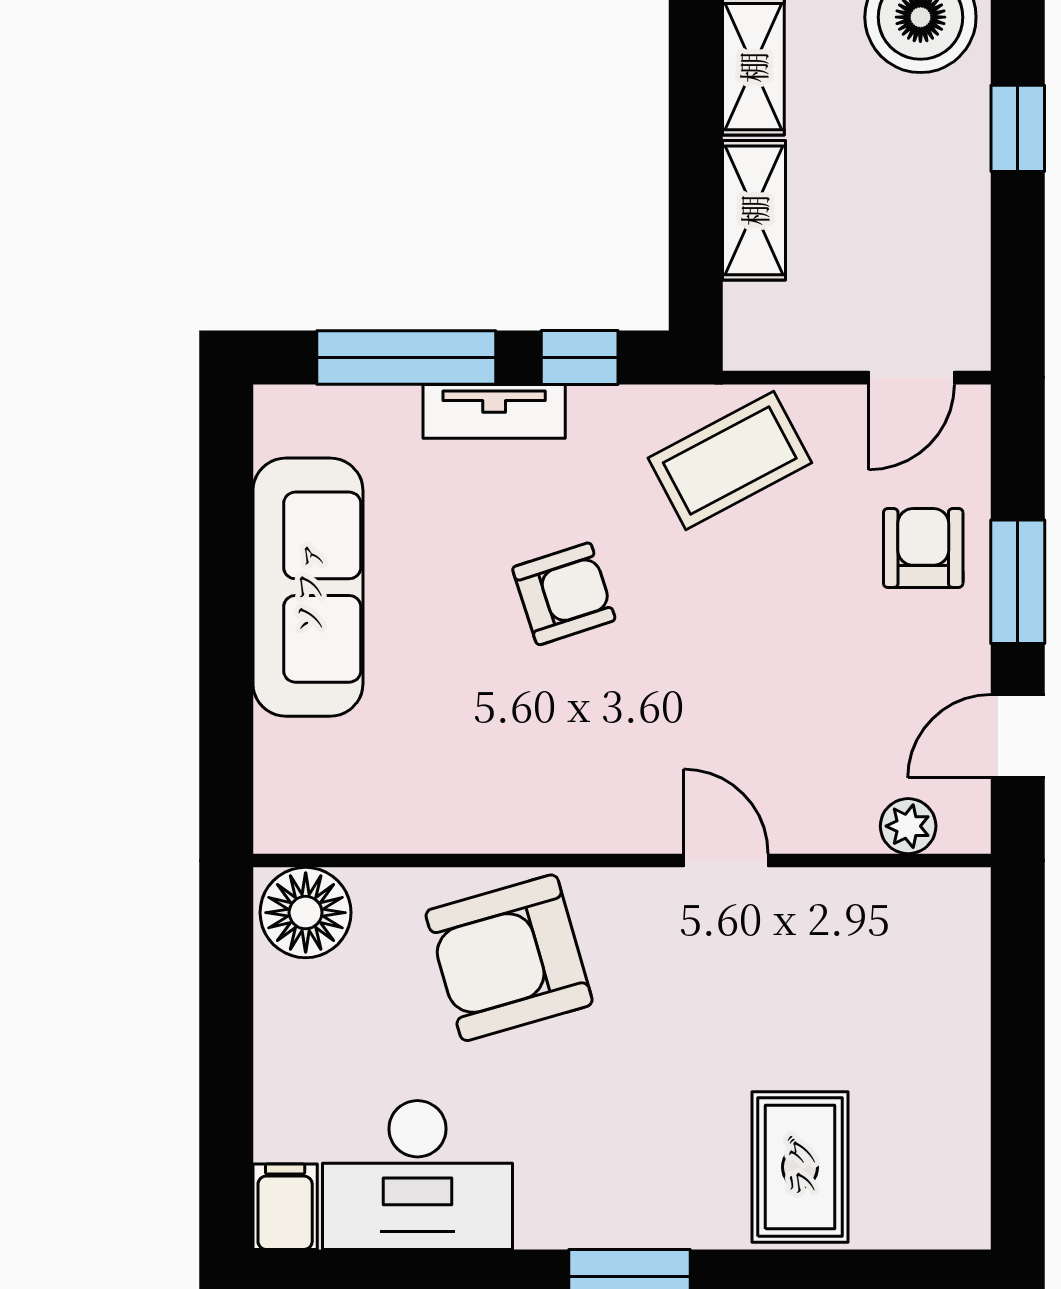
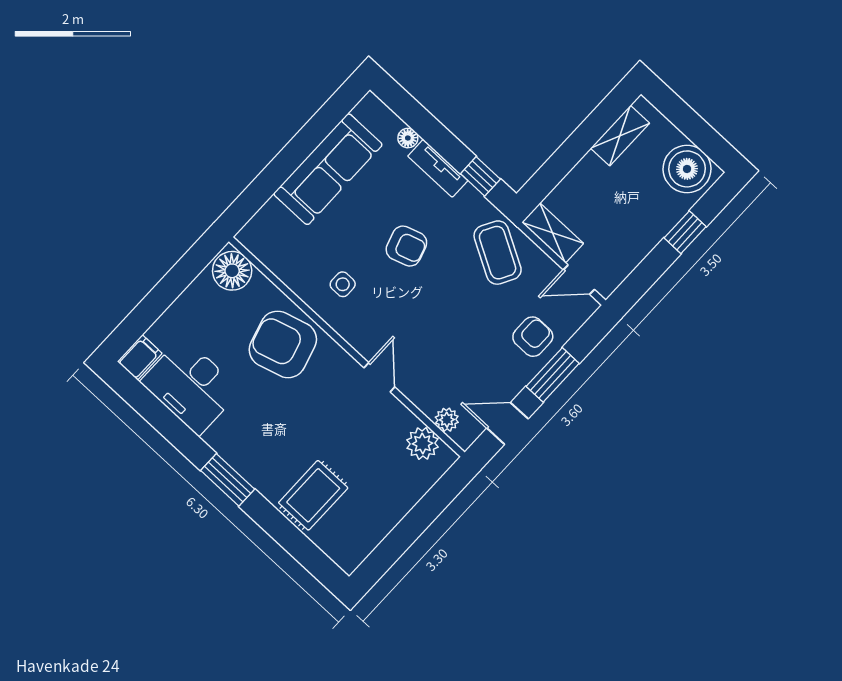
shelving: (754, 210) -> (553, 233), moved, turned 90
window: (406, 357) -> (426, 126), removed
floor lamp: (395, 407) -> (408, 138), added
coffee table: (730, 460) -> (498, 253), turned 57
side table: (516, 760) -> (343, 284), added
plant: (904, 905) -> (423, 443), added

